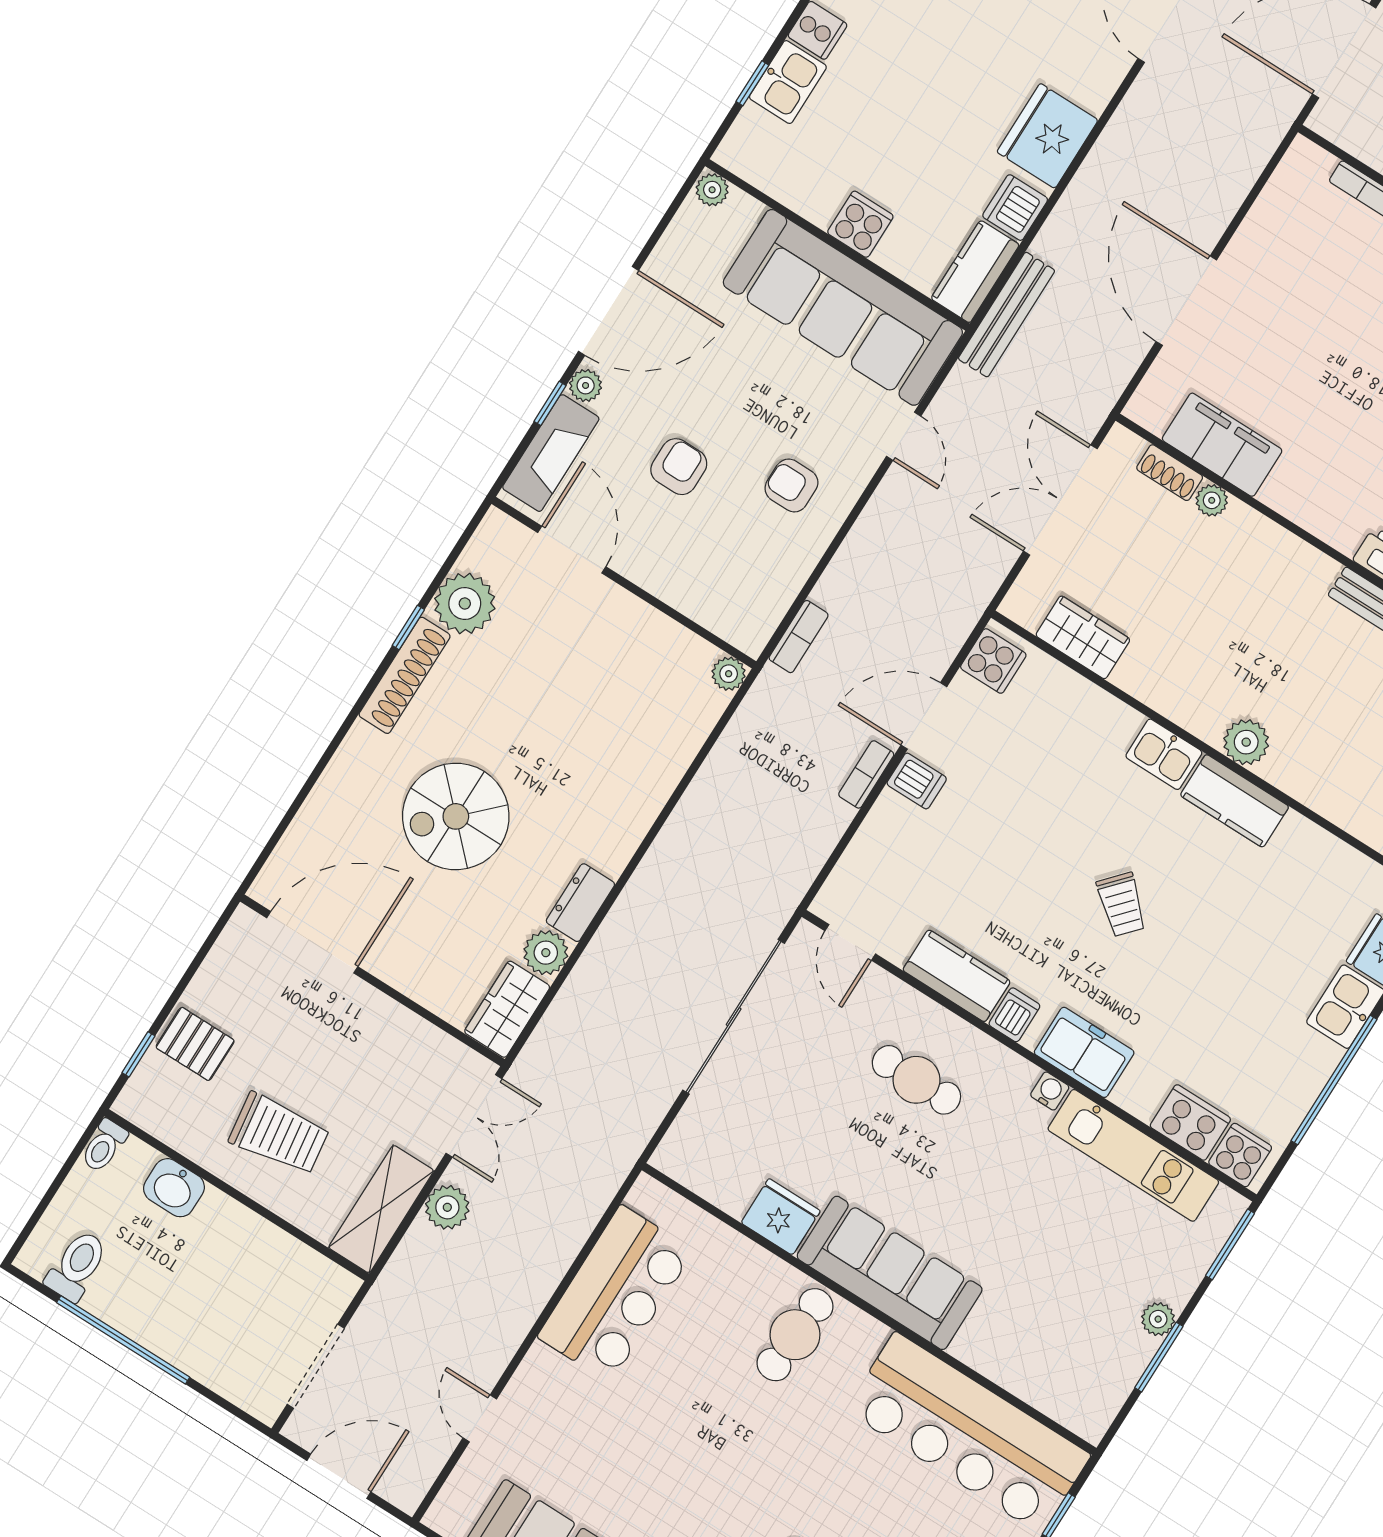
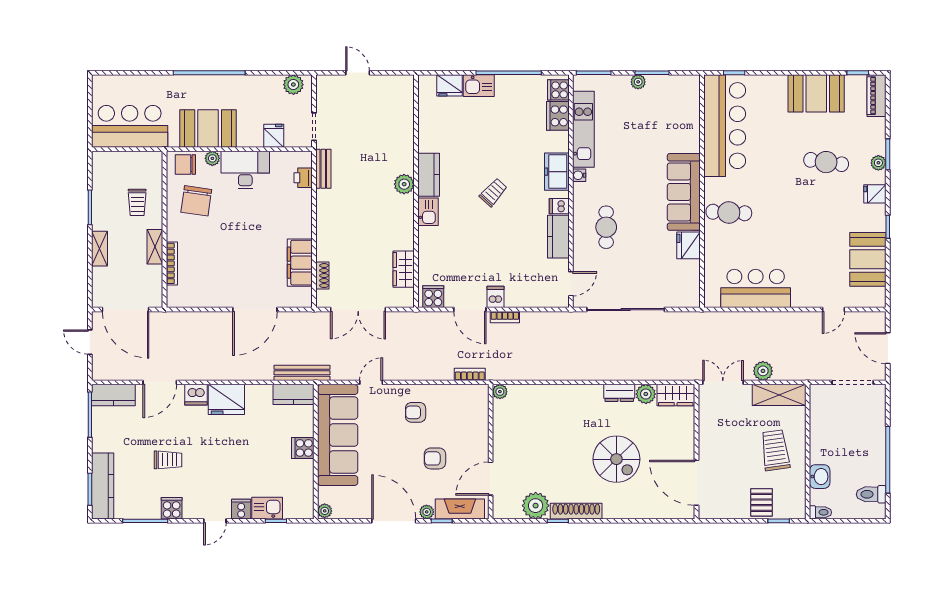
dishwasher: (1015, 208) -> (196, 395), moved
armchair: (791, 485) -> (416, 412), turned 90
plant: (1212, 500) -> (323, 253), removed

